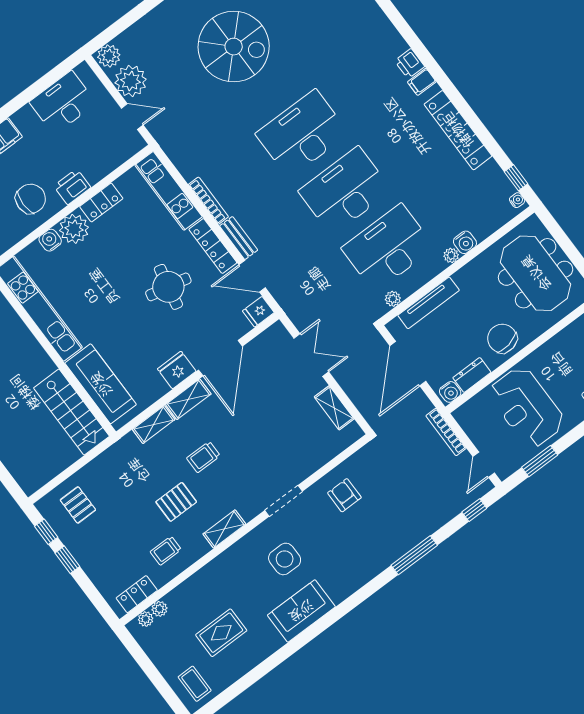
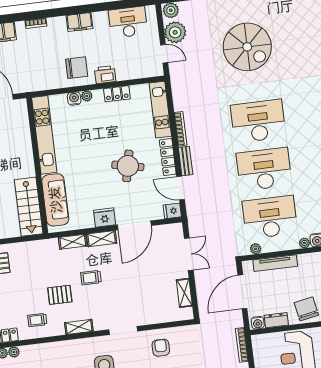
plant: (74, 229) -> (87, 96), width x0.53, depth x0.53

